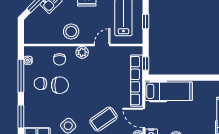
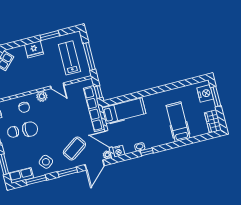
window: (146, 21) -> (89, 56), width x2.17
stool: (71, 32) -> (28, 81), removed
door: (102, 45) -> (57, 86), swing flipped

